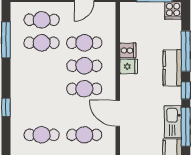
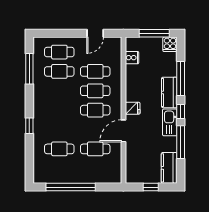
cooker: (128, 50) -> (132, 58), moved
fridge: (129, 66) -> (133, 108), moved
door: (118, 113) -> (123, 131), hinge flipped
kitchen sink: (173, 122) -> (170, 122), moved

